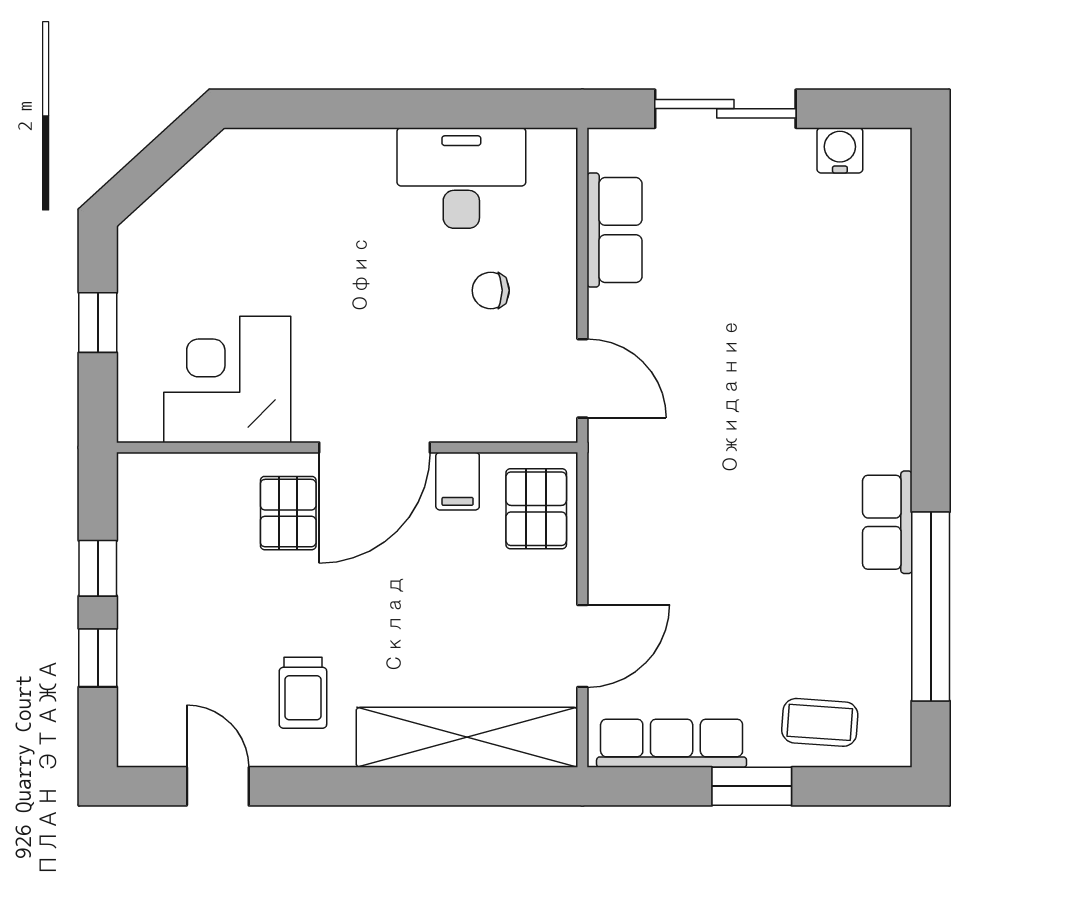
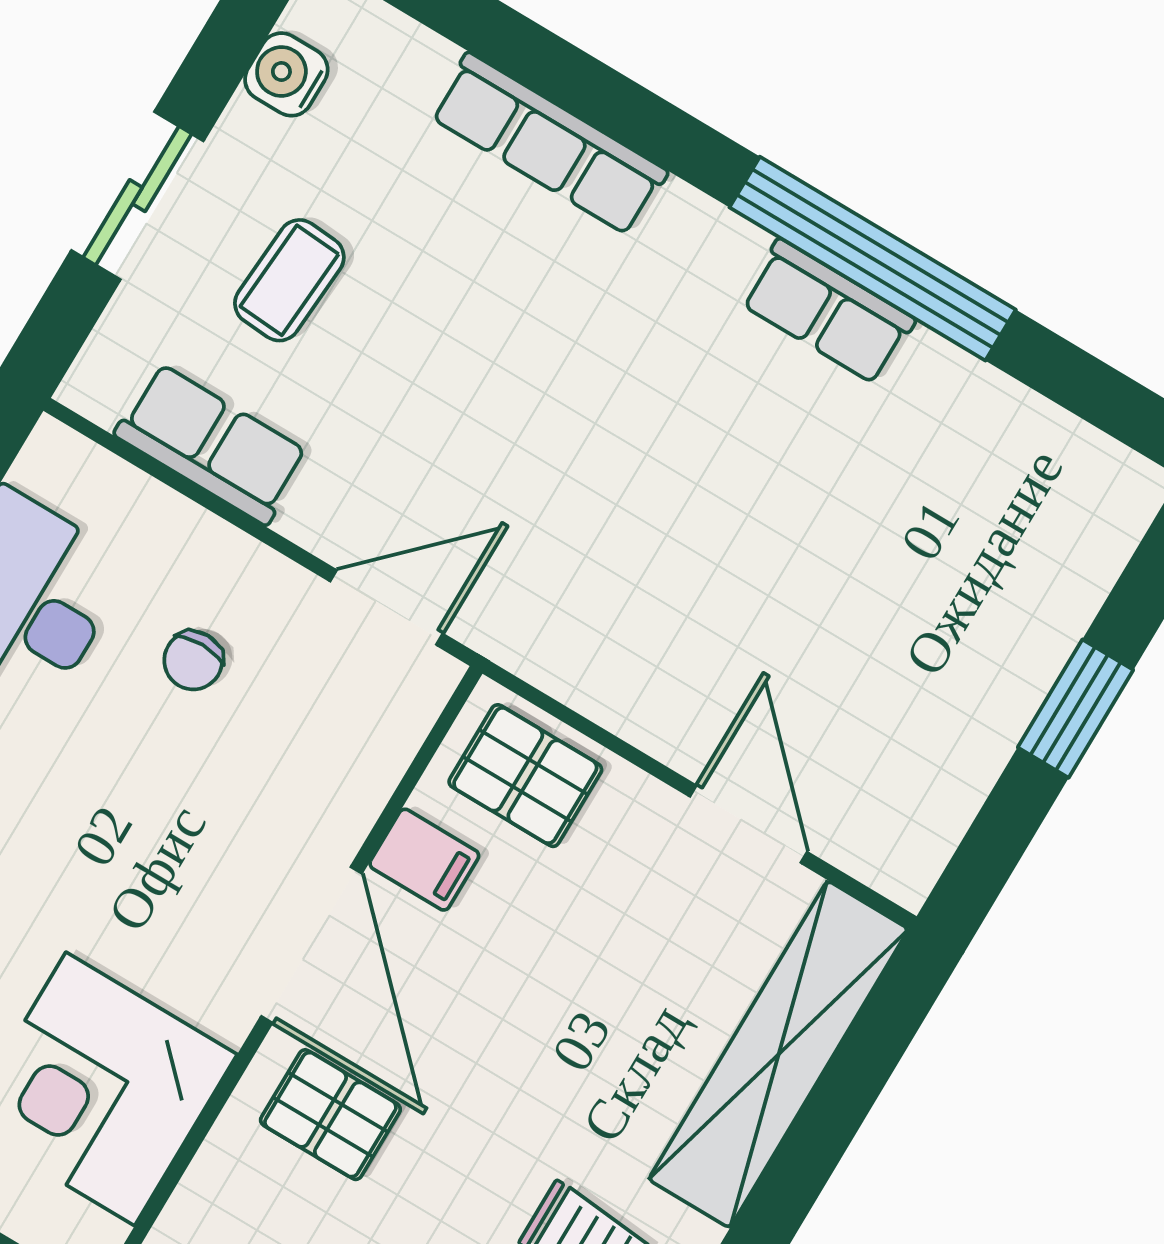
sliding door: (725, 109) -> (137, 196), width x0.73
window: (931, 606) -> (873, 259), moved
coffee table: (820, 722) -> (289, 280), moved
row of seats: (672, 743) -> (549, 144), moved, turned -90

